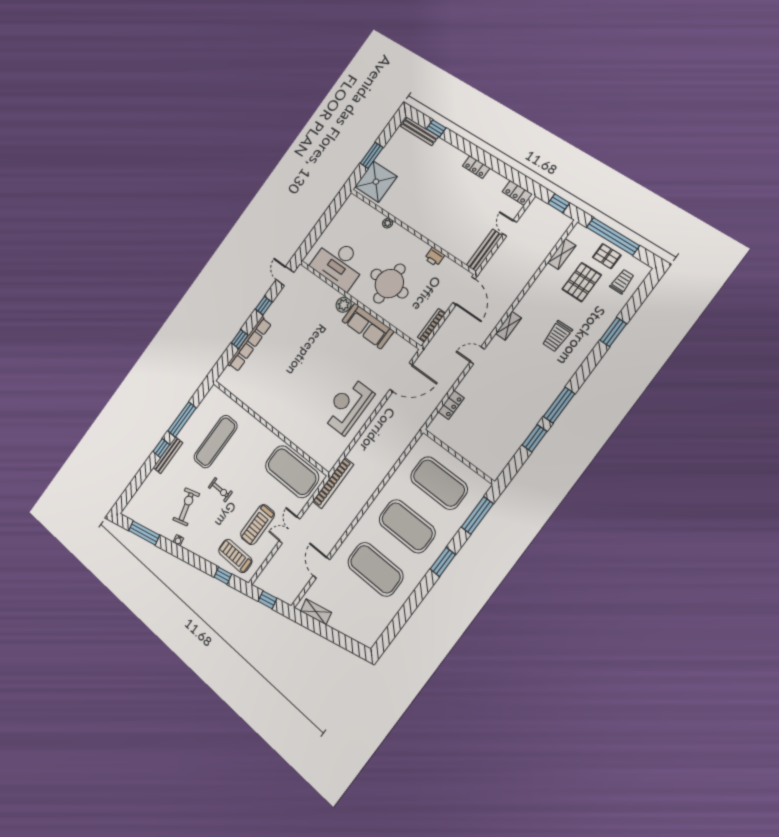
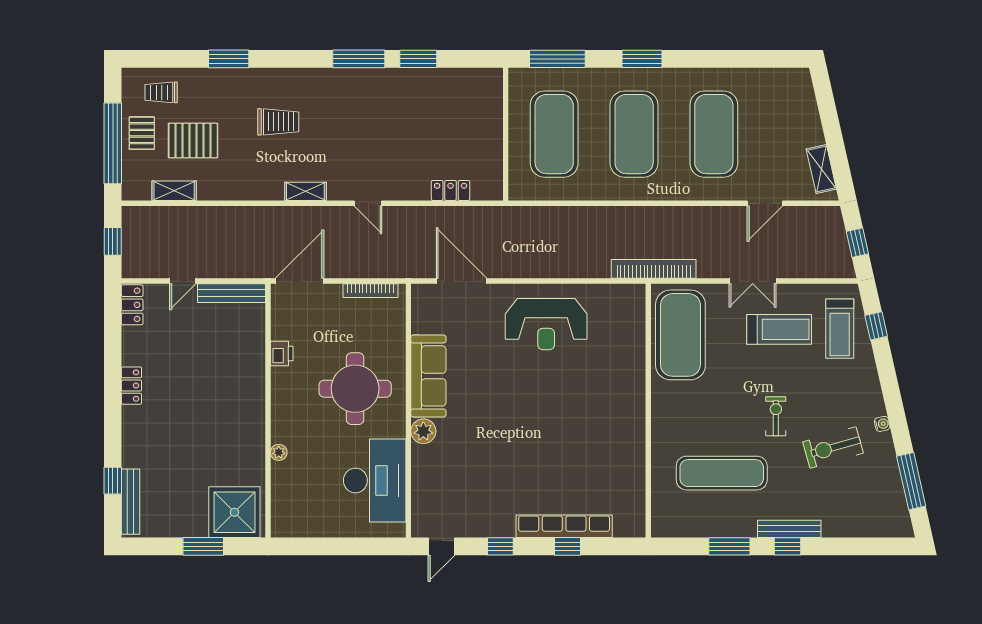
window: (182, 419) -> (729, 546), width x0.69

